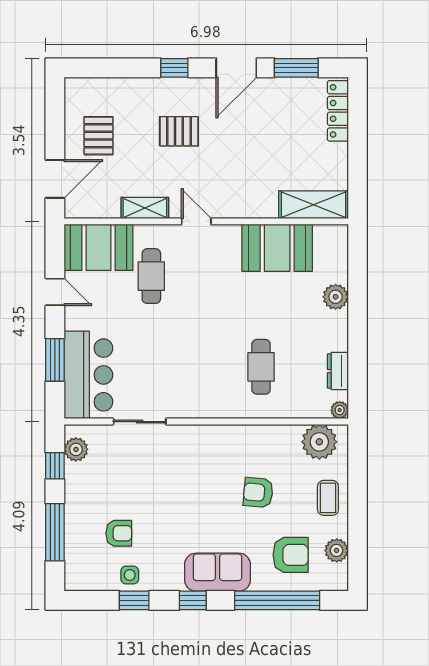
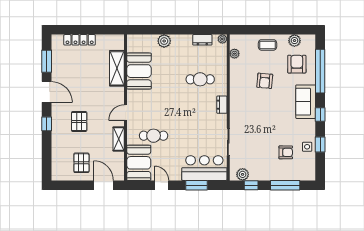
locker: (338, 111) -> (80, 40), moved
pallet: (99, 136) -> (81, 163), turned 90
shelving: (313, 205) -> (117, 68), moved
door: (55, 292) -> (162, 185), hinge flipped
dresser: (212, 409) -> (222, 105), added
plant: (319, 442) -> (234, 54), width x0.53, depth x0.53
armchair: (119, 533) -> (286, 152), turned 90

